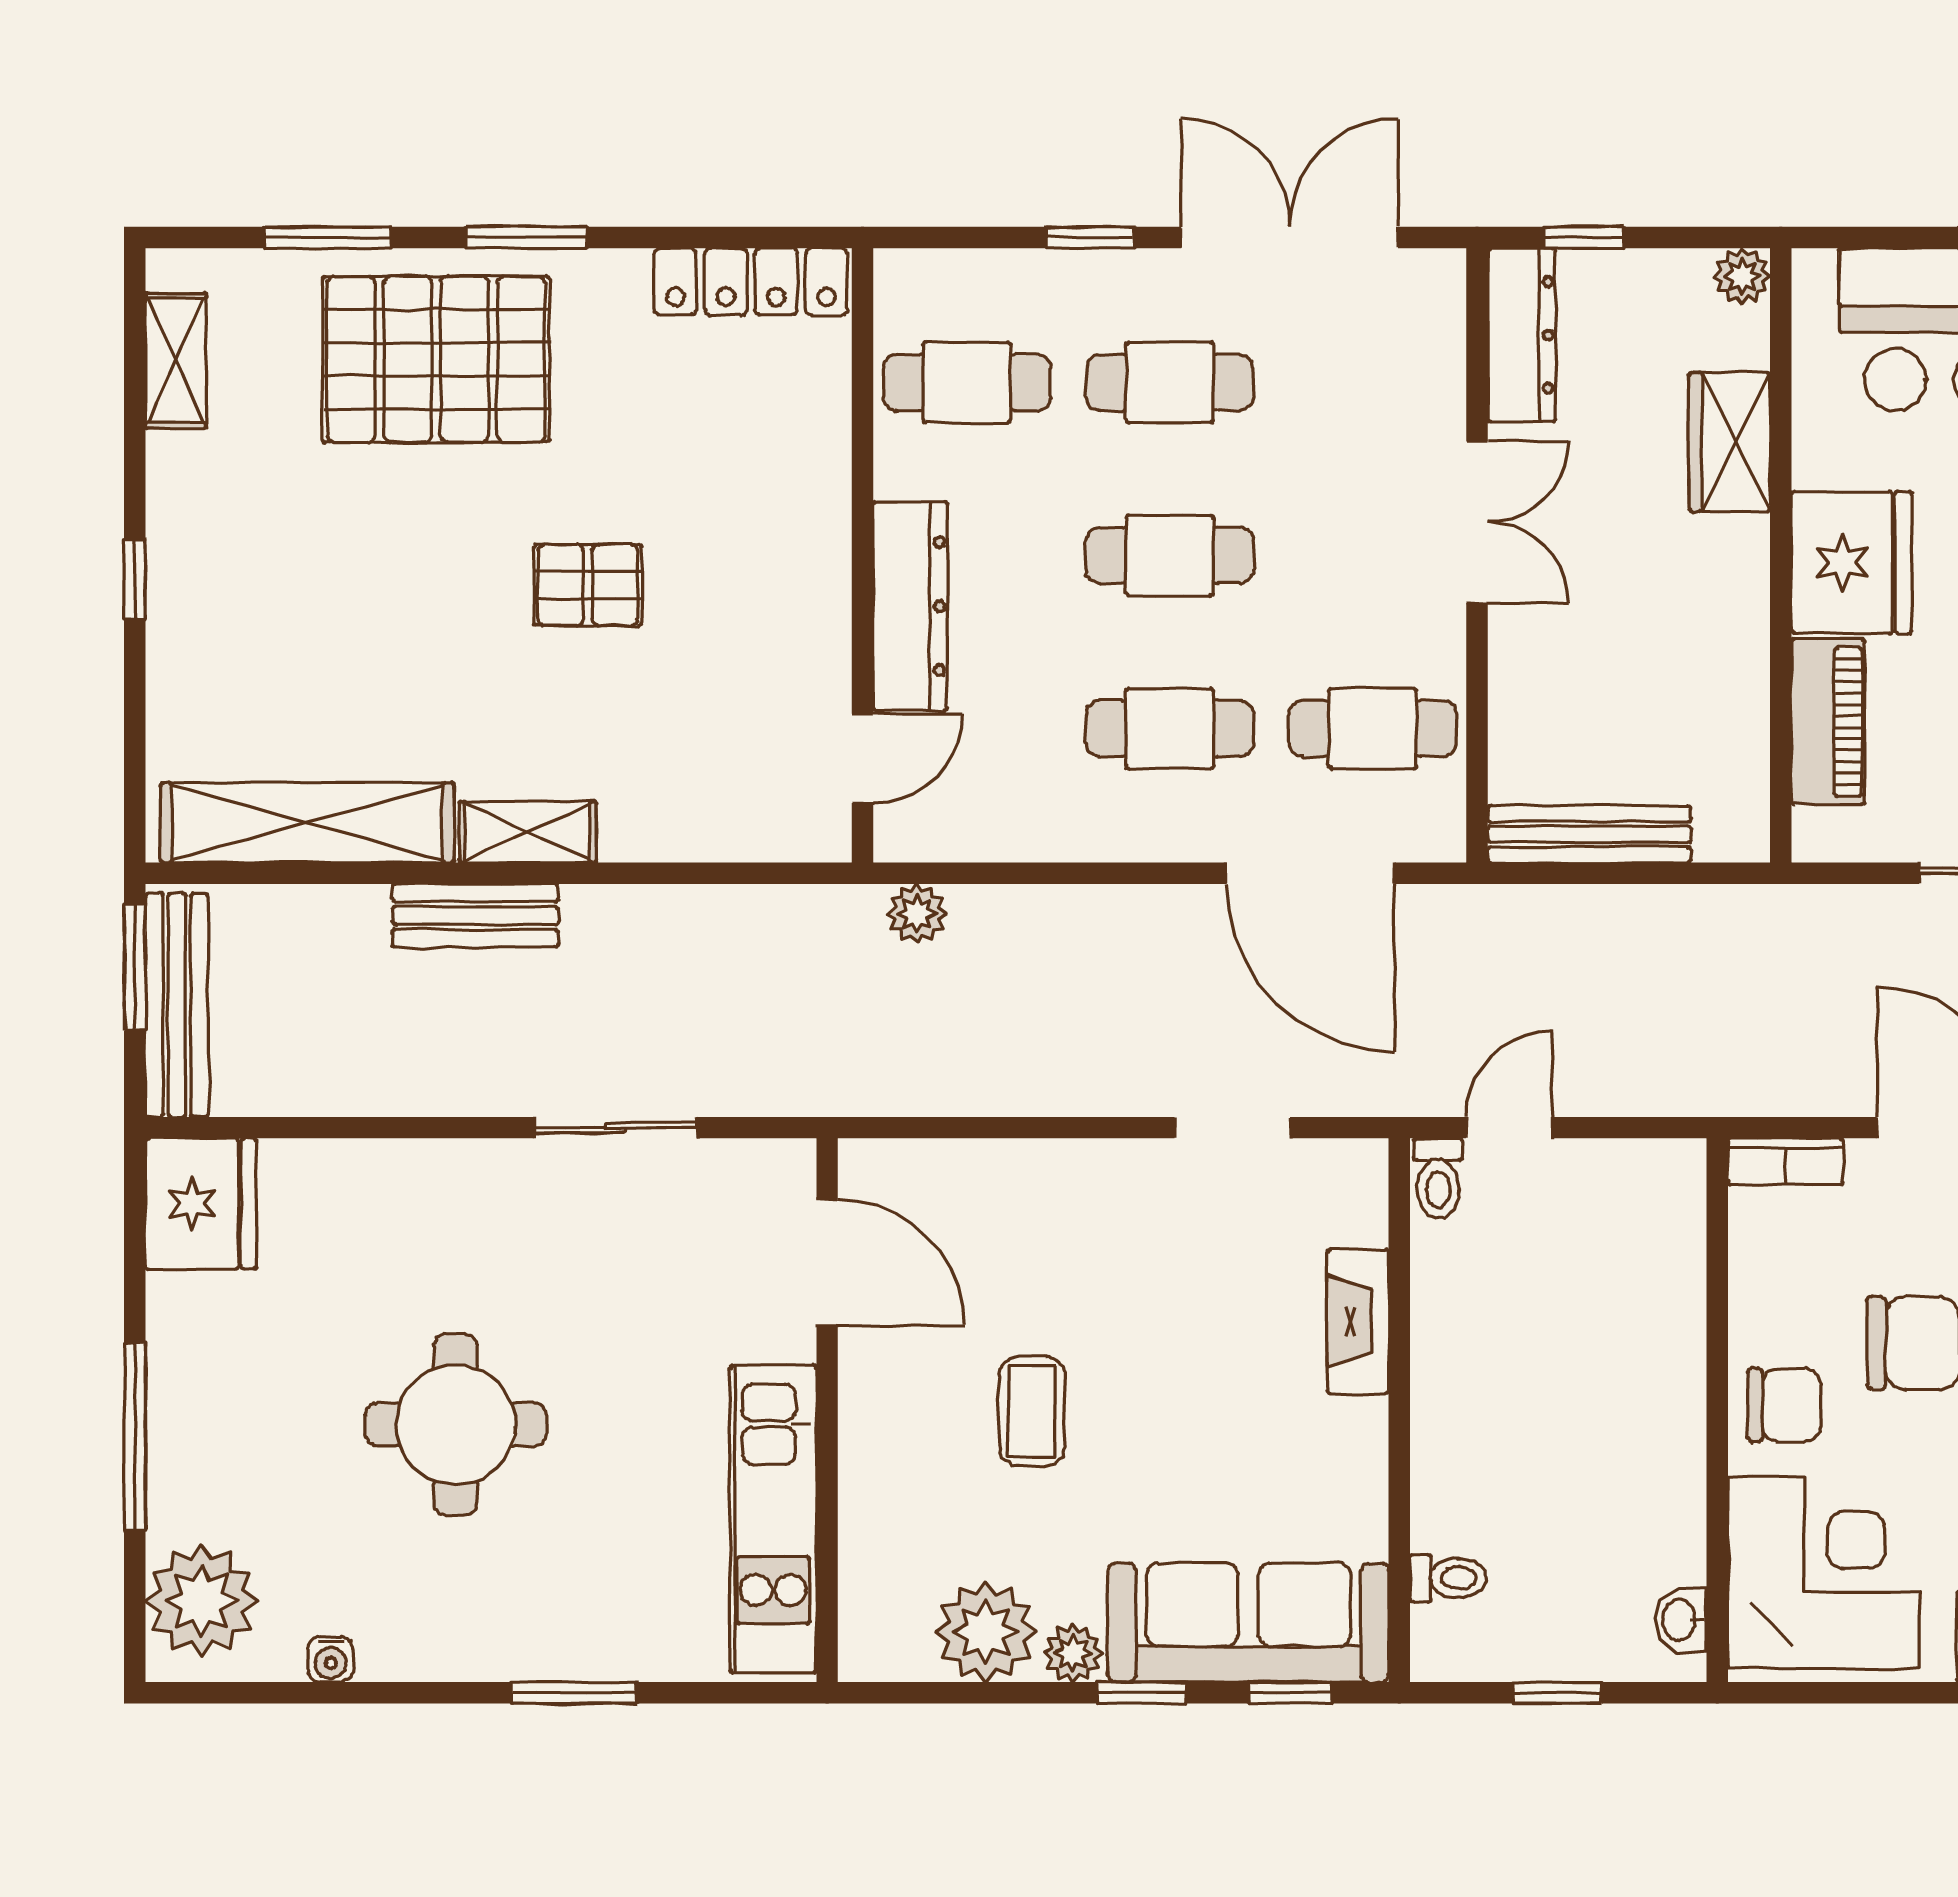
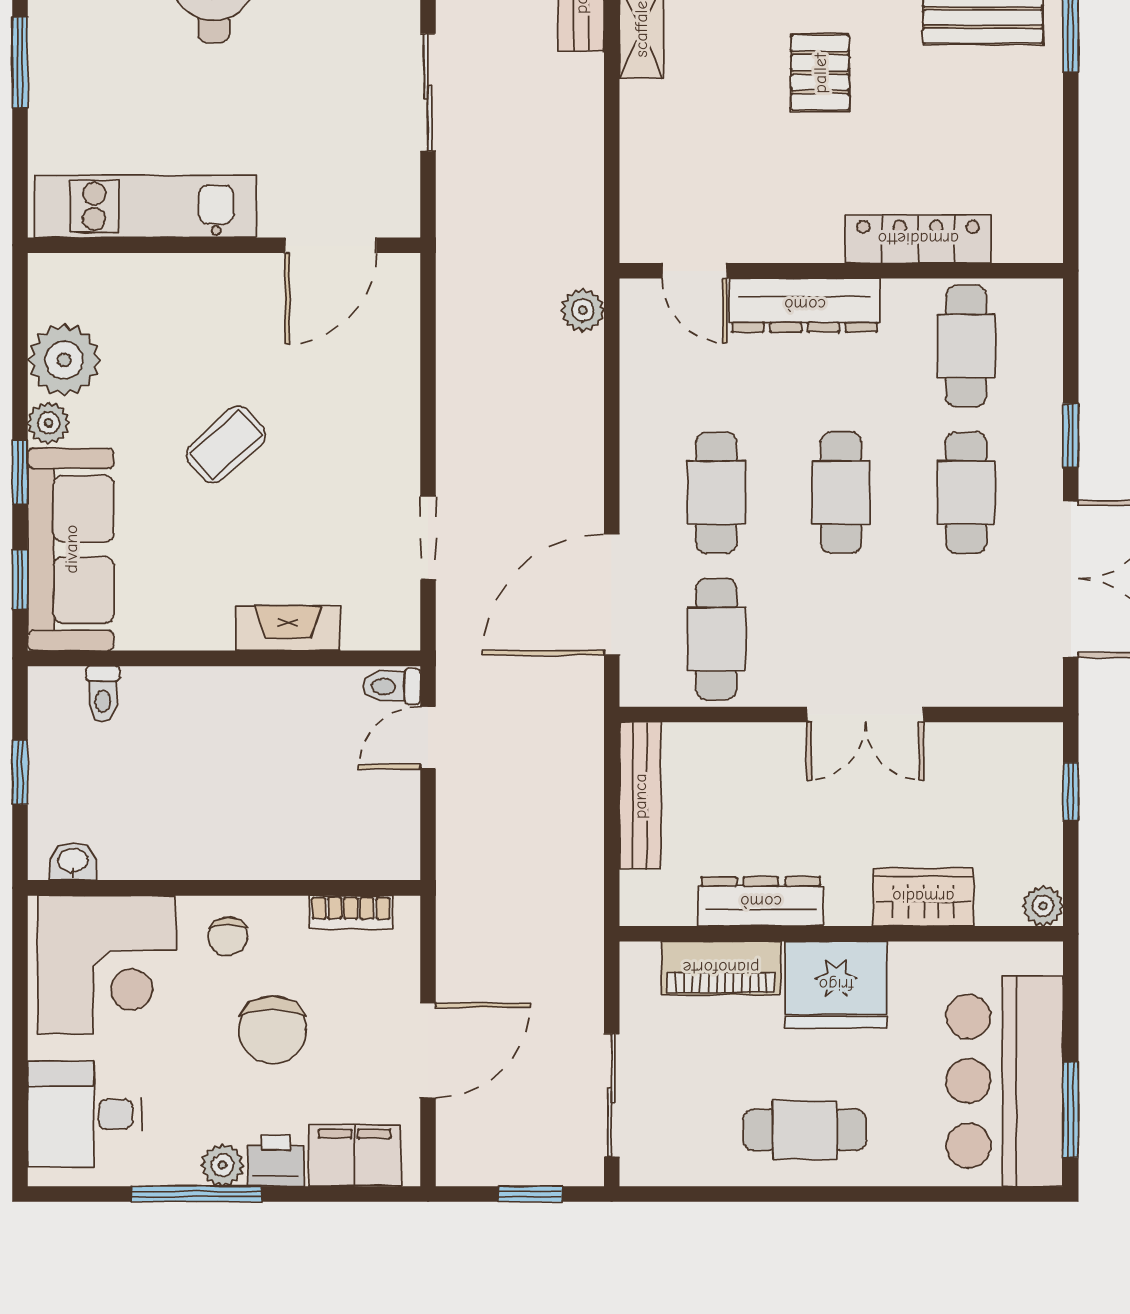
locker: (751, 282) -> (918, 239), moved, turned 90
dresser: (1522, 335) -> (761, 902), moved, turned 180
door: (1509, 1128) -> (428, 738), swing flipped
bookcase: (1786, 1161) -> (351, 912), moved, turned -90
chair: (1784, 1405) -> (228, 936), width x0.73, depth x0.73
coffee table: (1032, 1411) -> (226, 445), moved, turned -42

